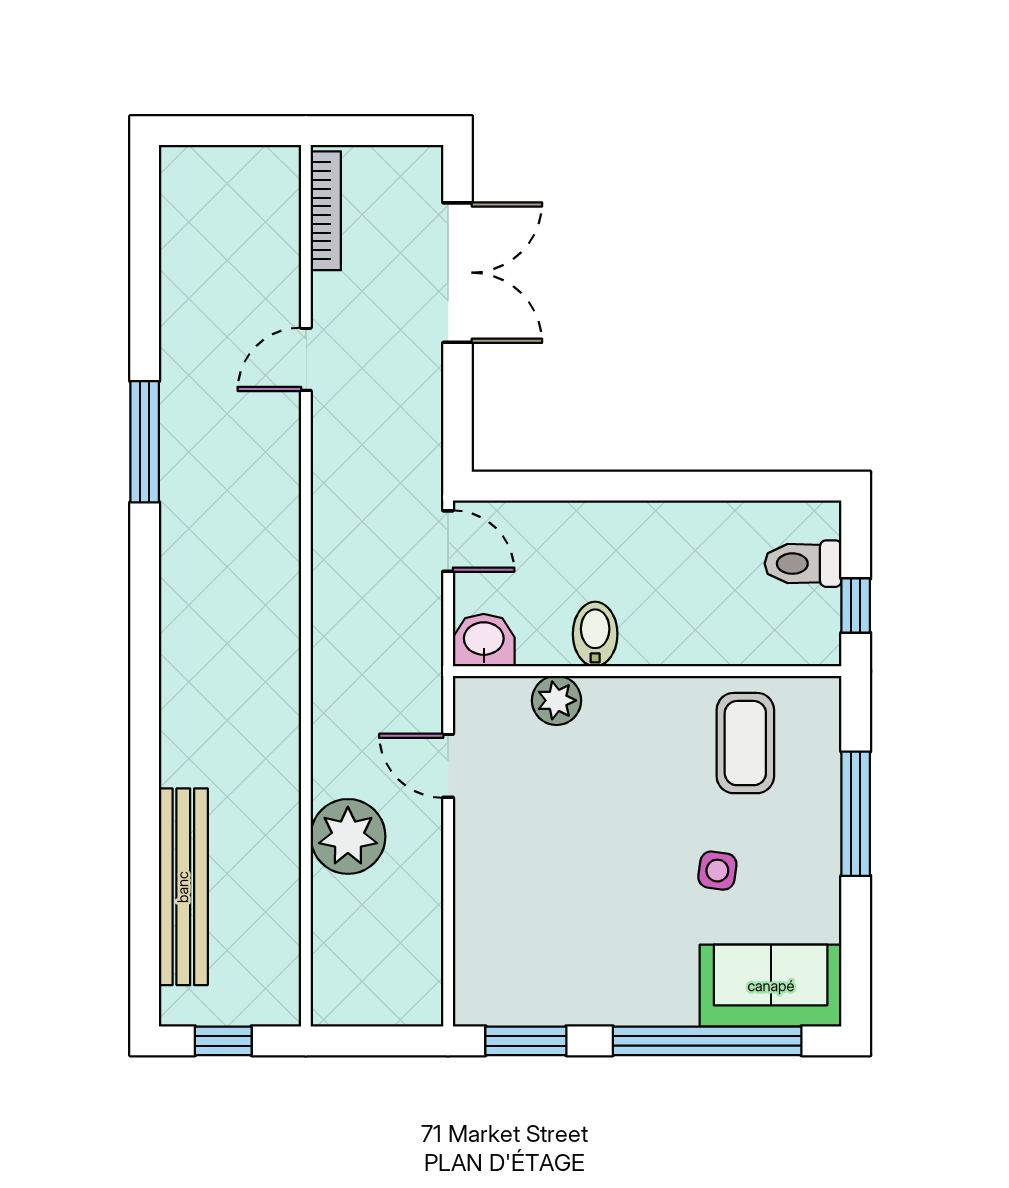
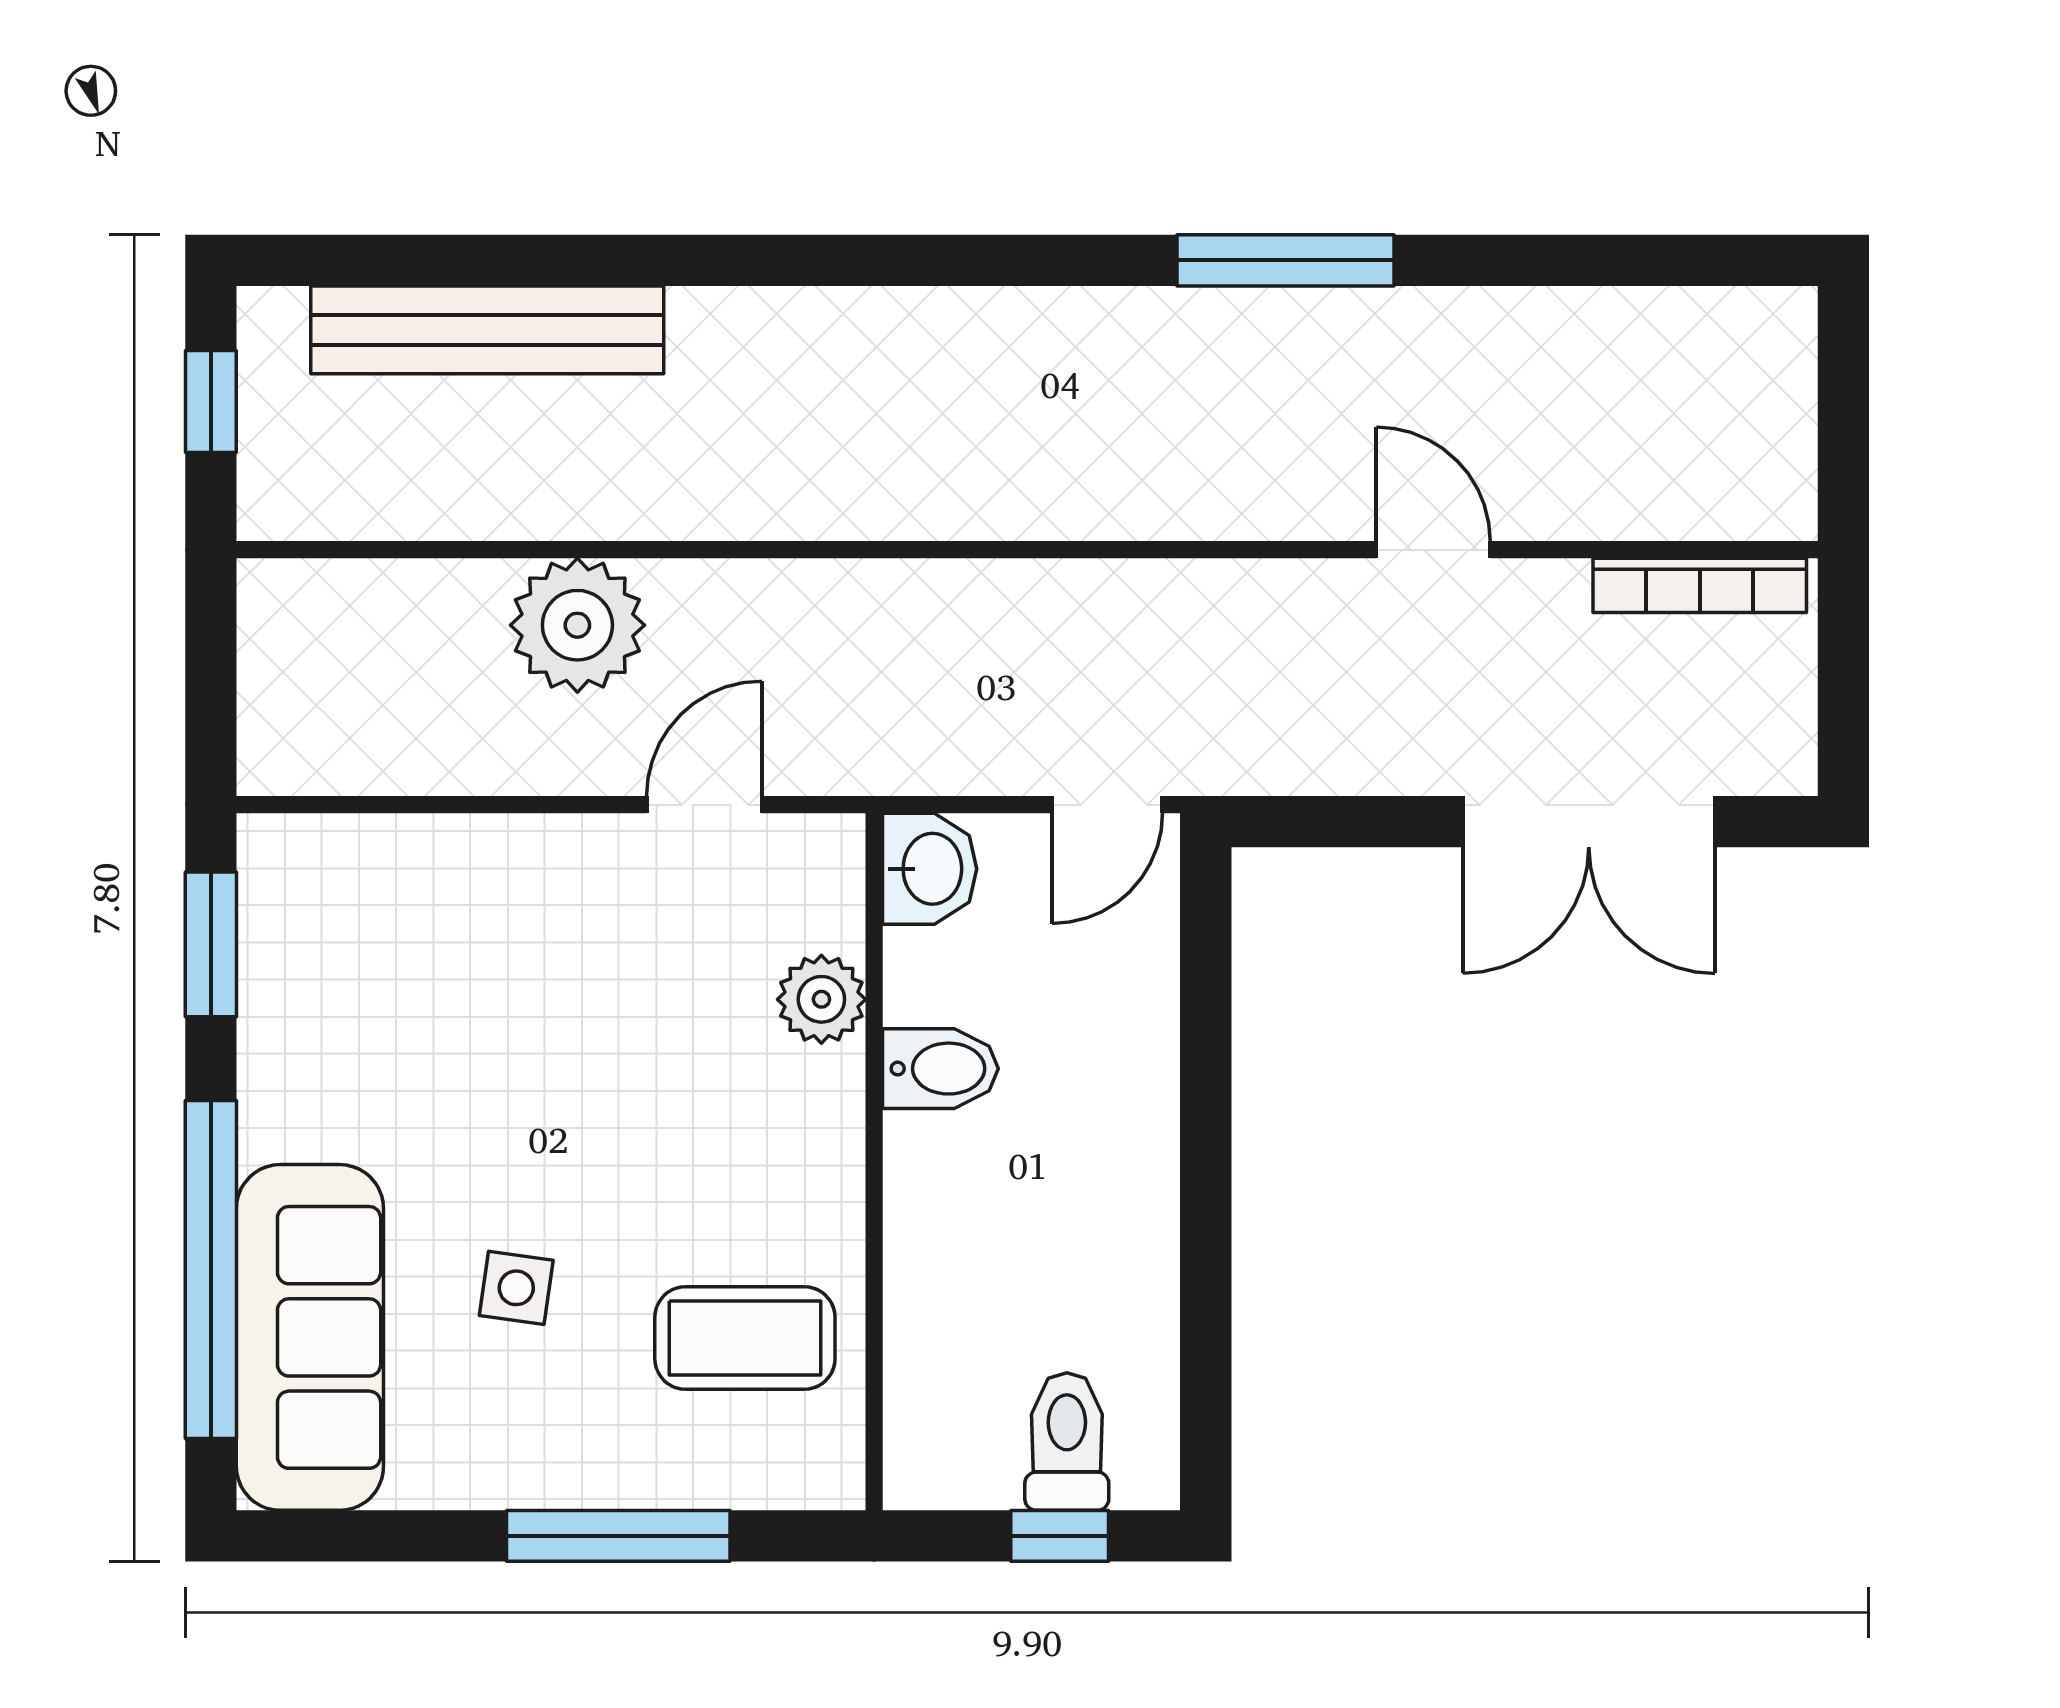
window: (856, 606) -> (1060, 1536), moved
sofa: (771, 986) -> (310, 1337), width x1.36

